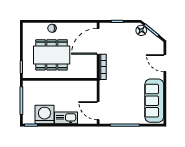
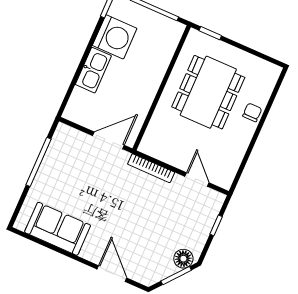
door: (98, 41) -> (197, 179), width x0.53
door: (165, 63) -> (112, 274), hinge flipped
sofa: (154, 101) -> (58, 229), width x0.73
door: (98, 111) -> (108, 140), moved

